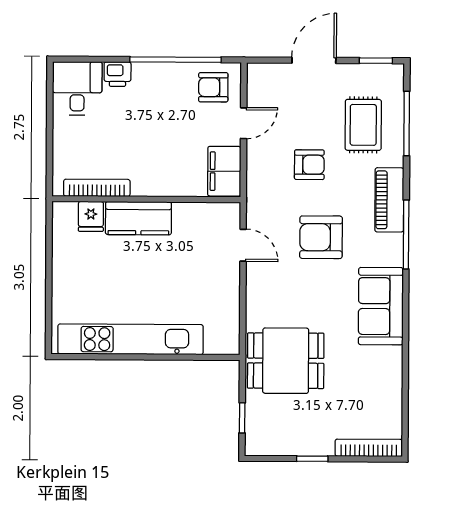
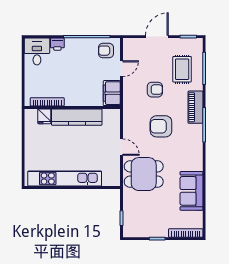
kitchen counter: (138, 218) -> (77, 117), width x1.50
door: (243, 245) -> (121, 147), moved
sofa: (381, 306) -> (191, 191), moved
dining table: (286, 361) -> (144, 174), moved

